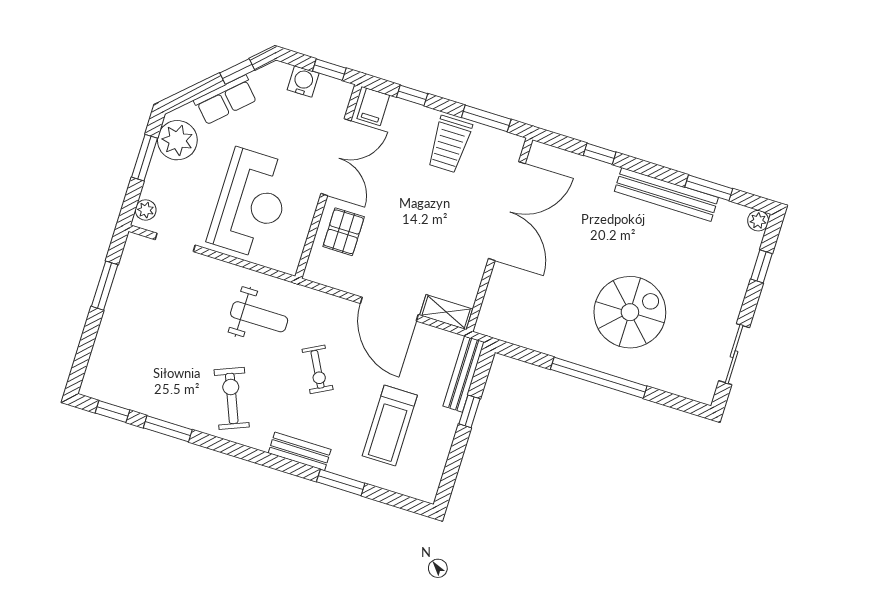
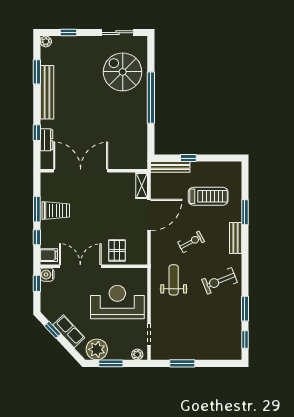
water cooler: (303, 82) -> (47, 275), moved
window: (486, 118) -> (37, 209), moved
dresser: (581, 167) -> (47, 140), added
pallet: (344, 232) -> (117, 250), turned 90
spiral stairs: (630, 312) -> (123, 72), moved

